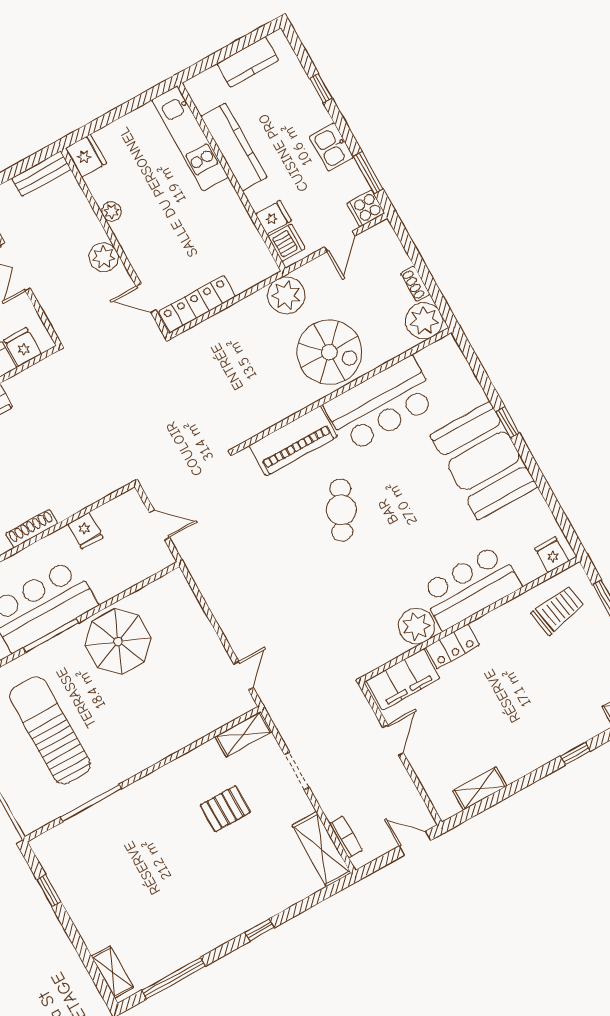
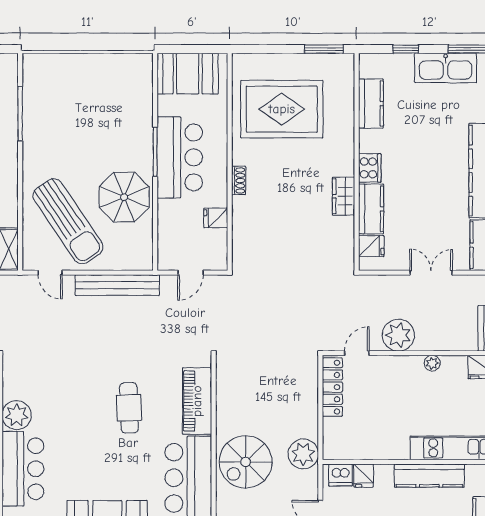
plant: (104, 257) -> (398, 335), width x1.36, depth x1.36
cafe table: (341, 510) -> (129, 408), turned 61
shoe rack: (32, 529) -> (239, 181), width x0.70
bench: (217, 596) -> (117, 285), added
sun lounger: (50, 730) -> (68, 221), moved, turned 56

